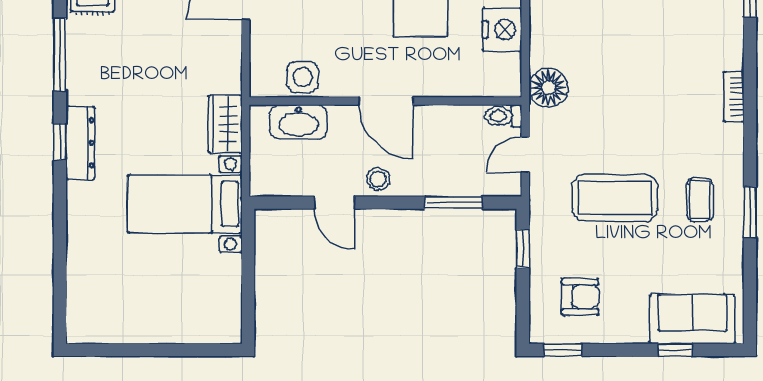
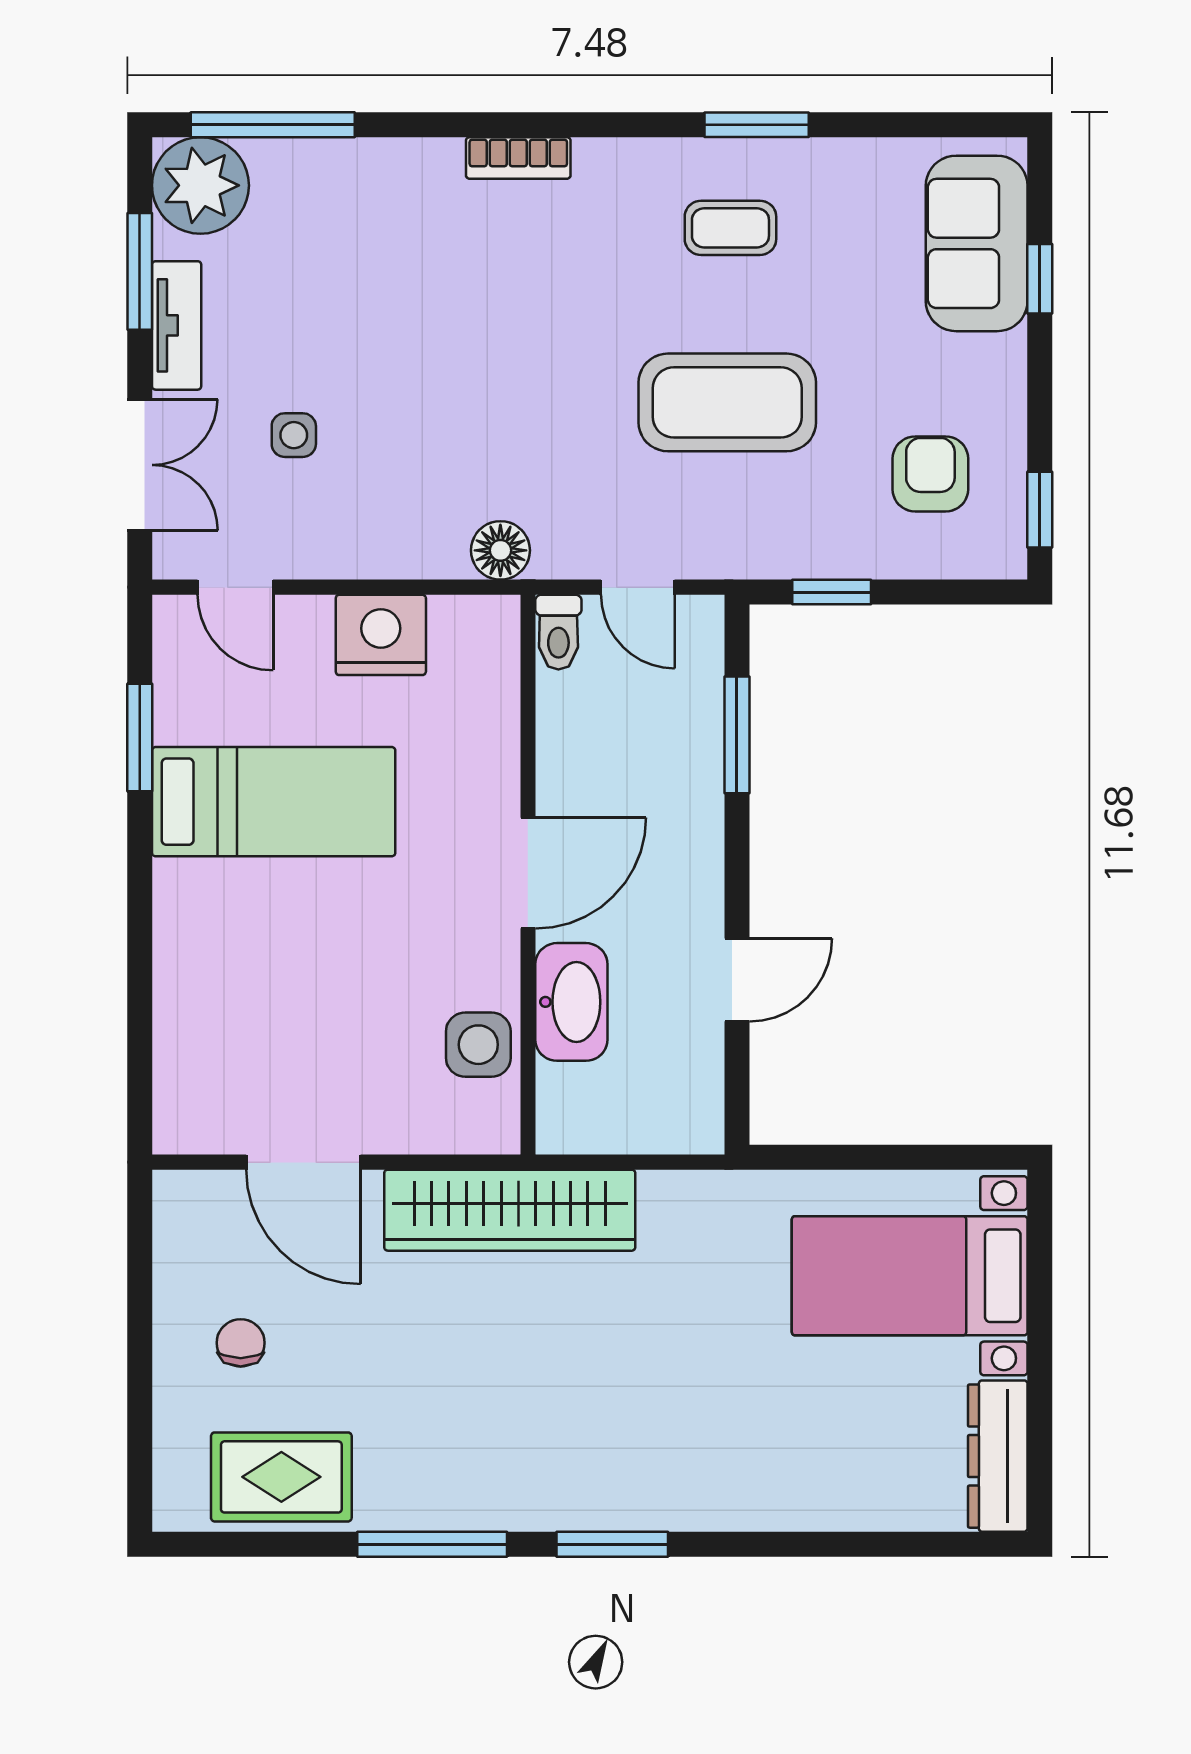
floor lamp: (548, 88) -> (500, 550), width x0.73, depth x0.73
washbasin: (299, 122) -> (571, 1002), moved
wardrobe: (225, 124) -> (510, 1210), width x2.10, depth x1.17
window: (60, 142) -> (612, 1544), width x1.50
dresser: (80, 143) -> (998, 1456), moved, turned -90
stool: (378, 179) -> (688, 890), removed
coffee table: (615, 198) -> (727, 402), turned 90
bed with nightstands: (185, 204) -> (910, 1276), moved, turned 90

